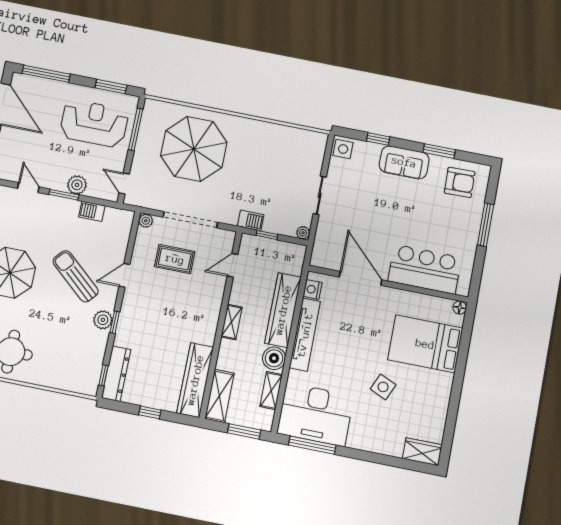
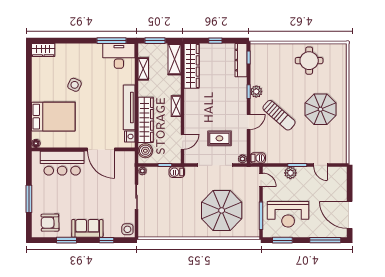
barbecue: (92, 211) -> (258, 158), moved
boiler: (274, 358) -> (145, 151), moved
desk: (315, 414) -> (119, 56), width x0.73, depth x0.77

